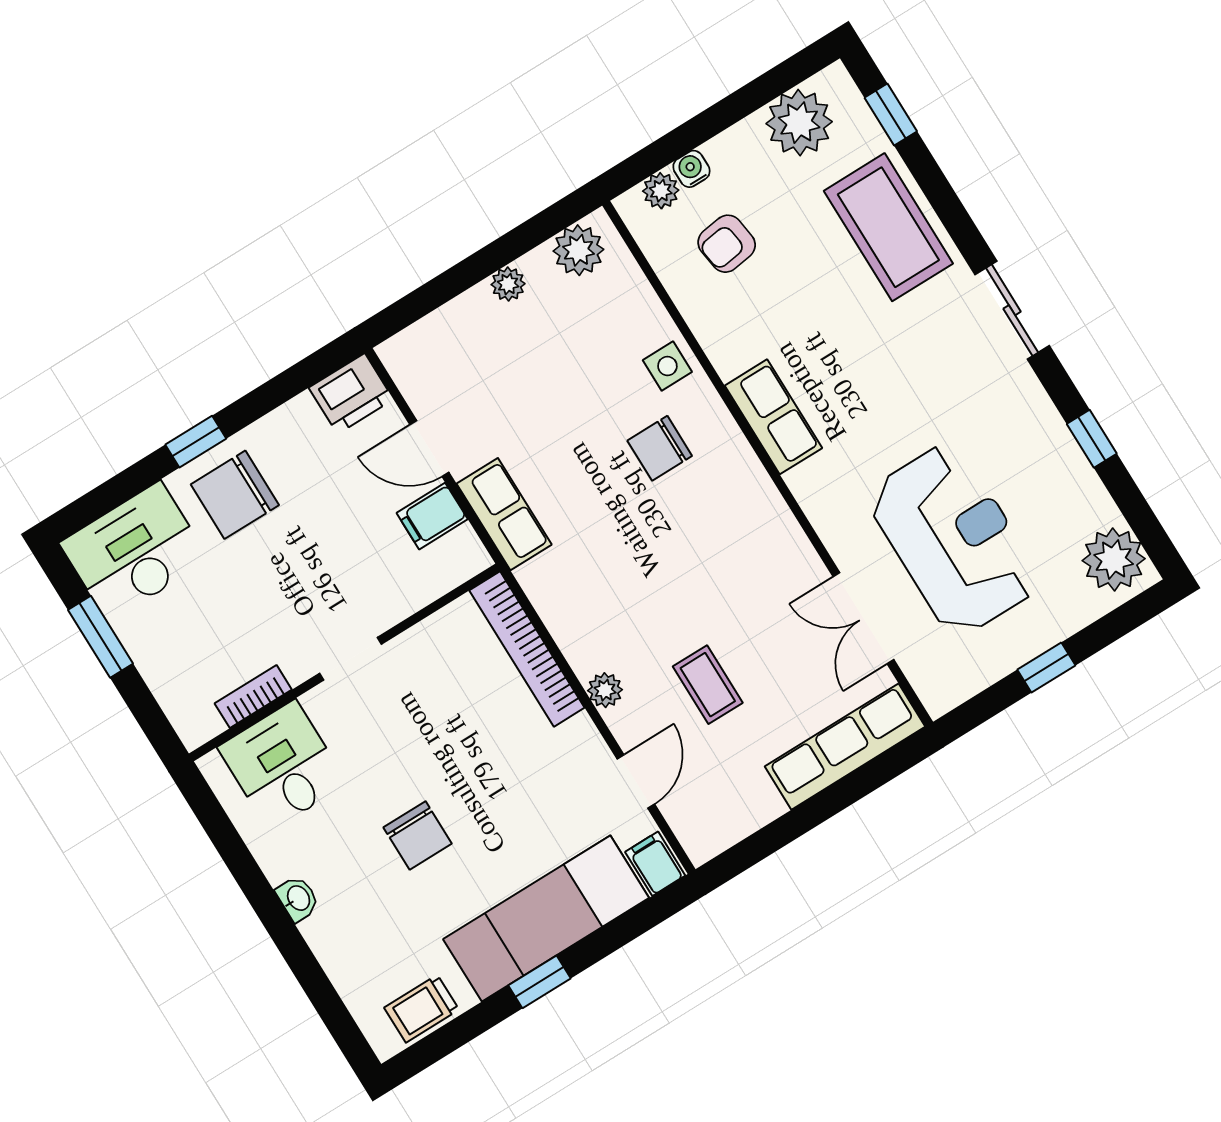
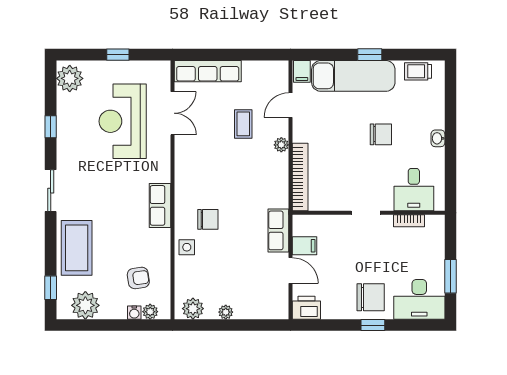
chair: (418, 835) -> (381, 134), turned 90
trolley: (422, 1009) -> (418, 71), turned 180

